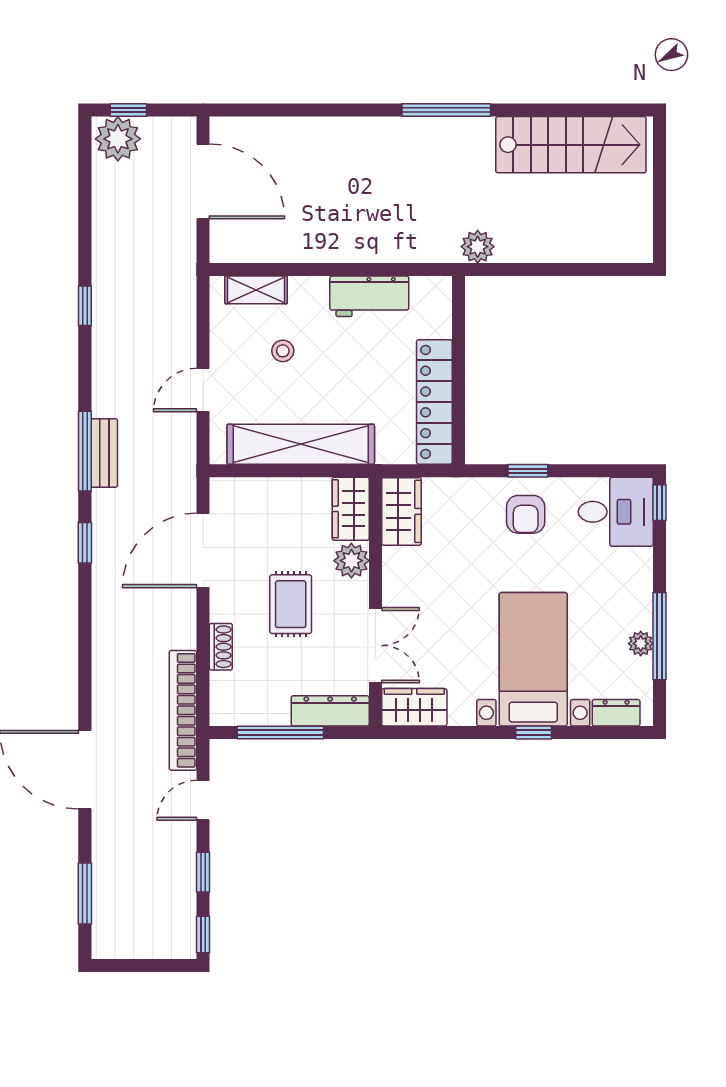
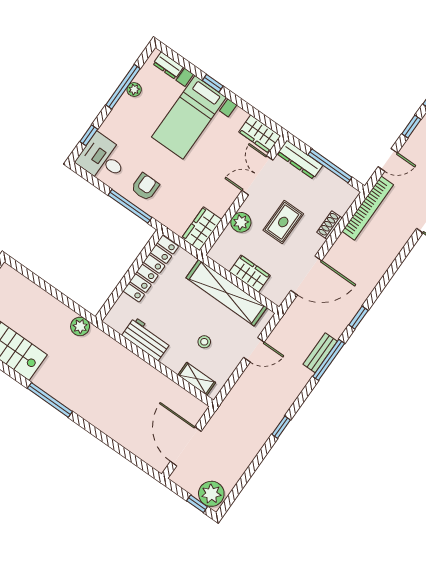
window: (528, 471) -> (130, 206), width x2.17
window: (660, 503) -> (89, 135), moved
wardrobe: (351, 509) -> (250, 274), moved, turned -90

